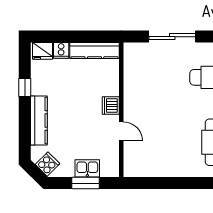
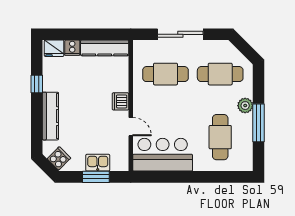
cafe table: (157, 77) -> (165, 74), added
bar counter: (154, 160) -> (163, 155), added

